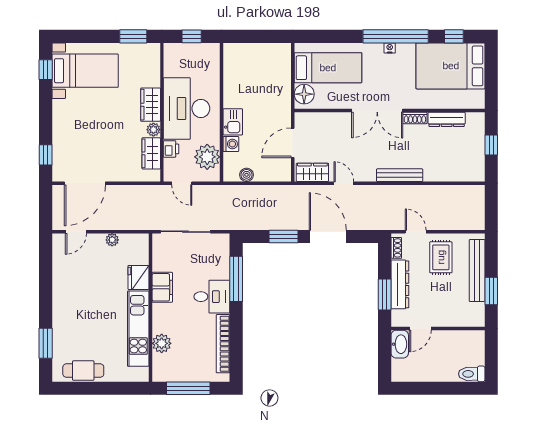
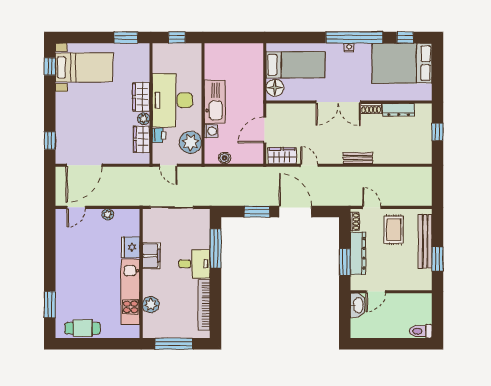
kitchen sink: (233, 122) -> (215, 102), width x1.88, depth x1.24
bench: (400, 175) -> (358, 158), width x0.73

